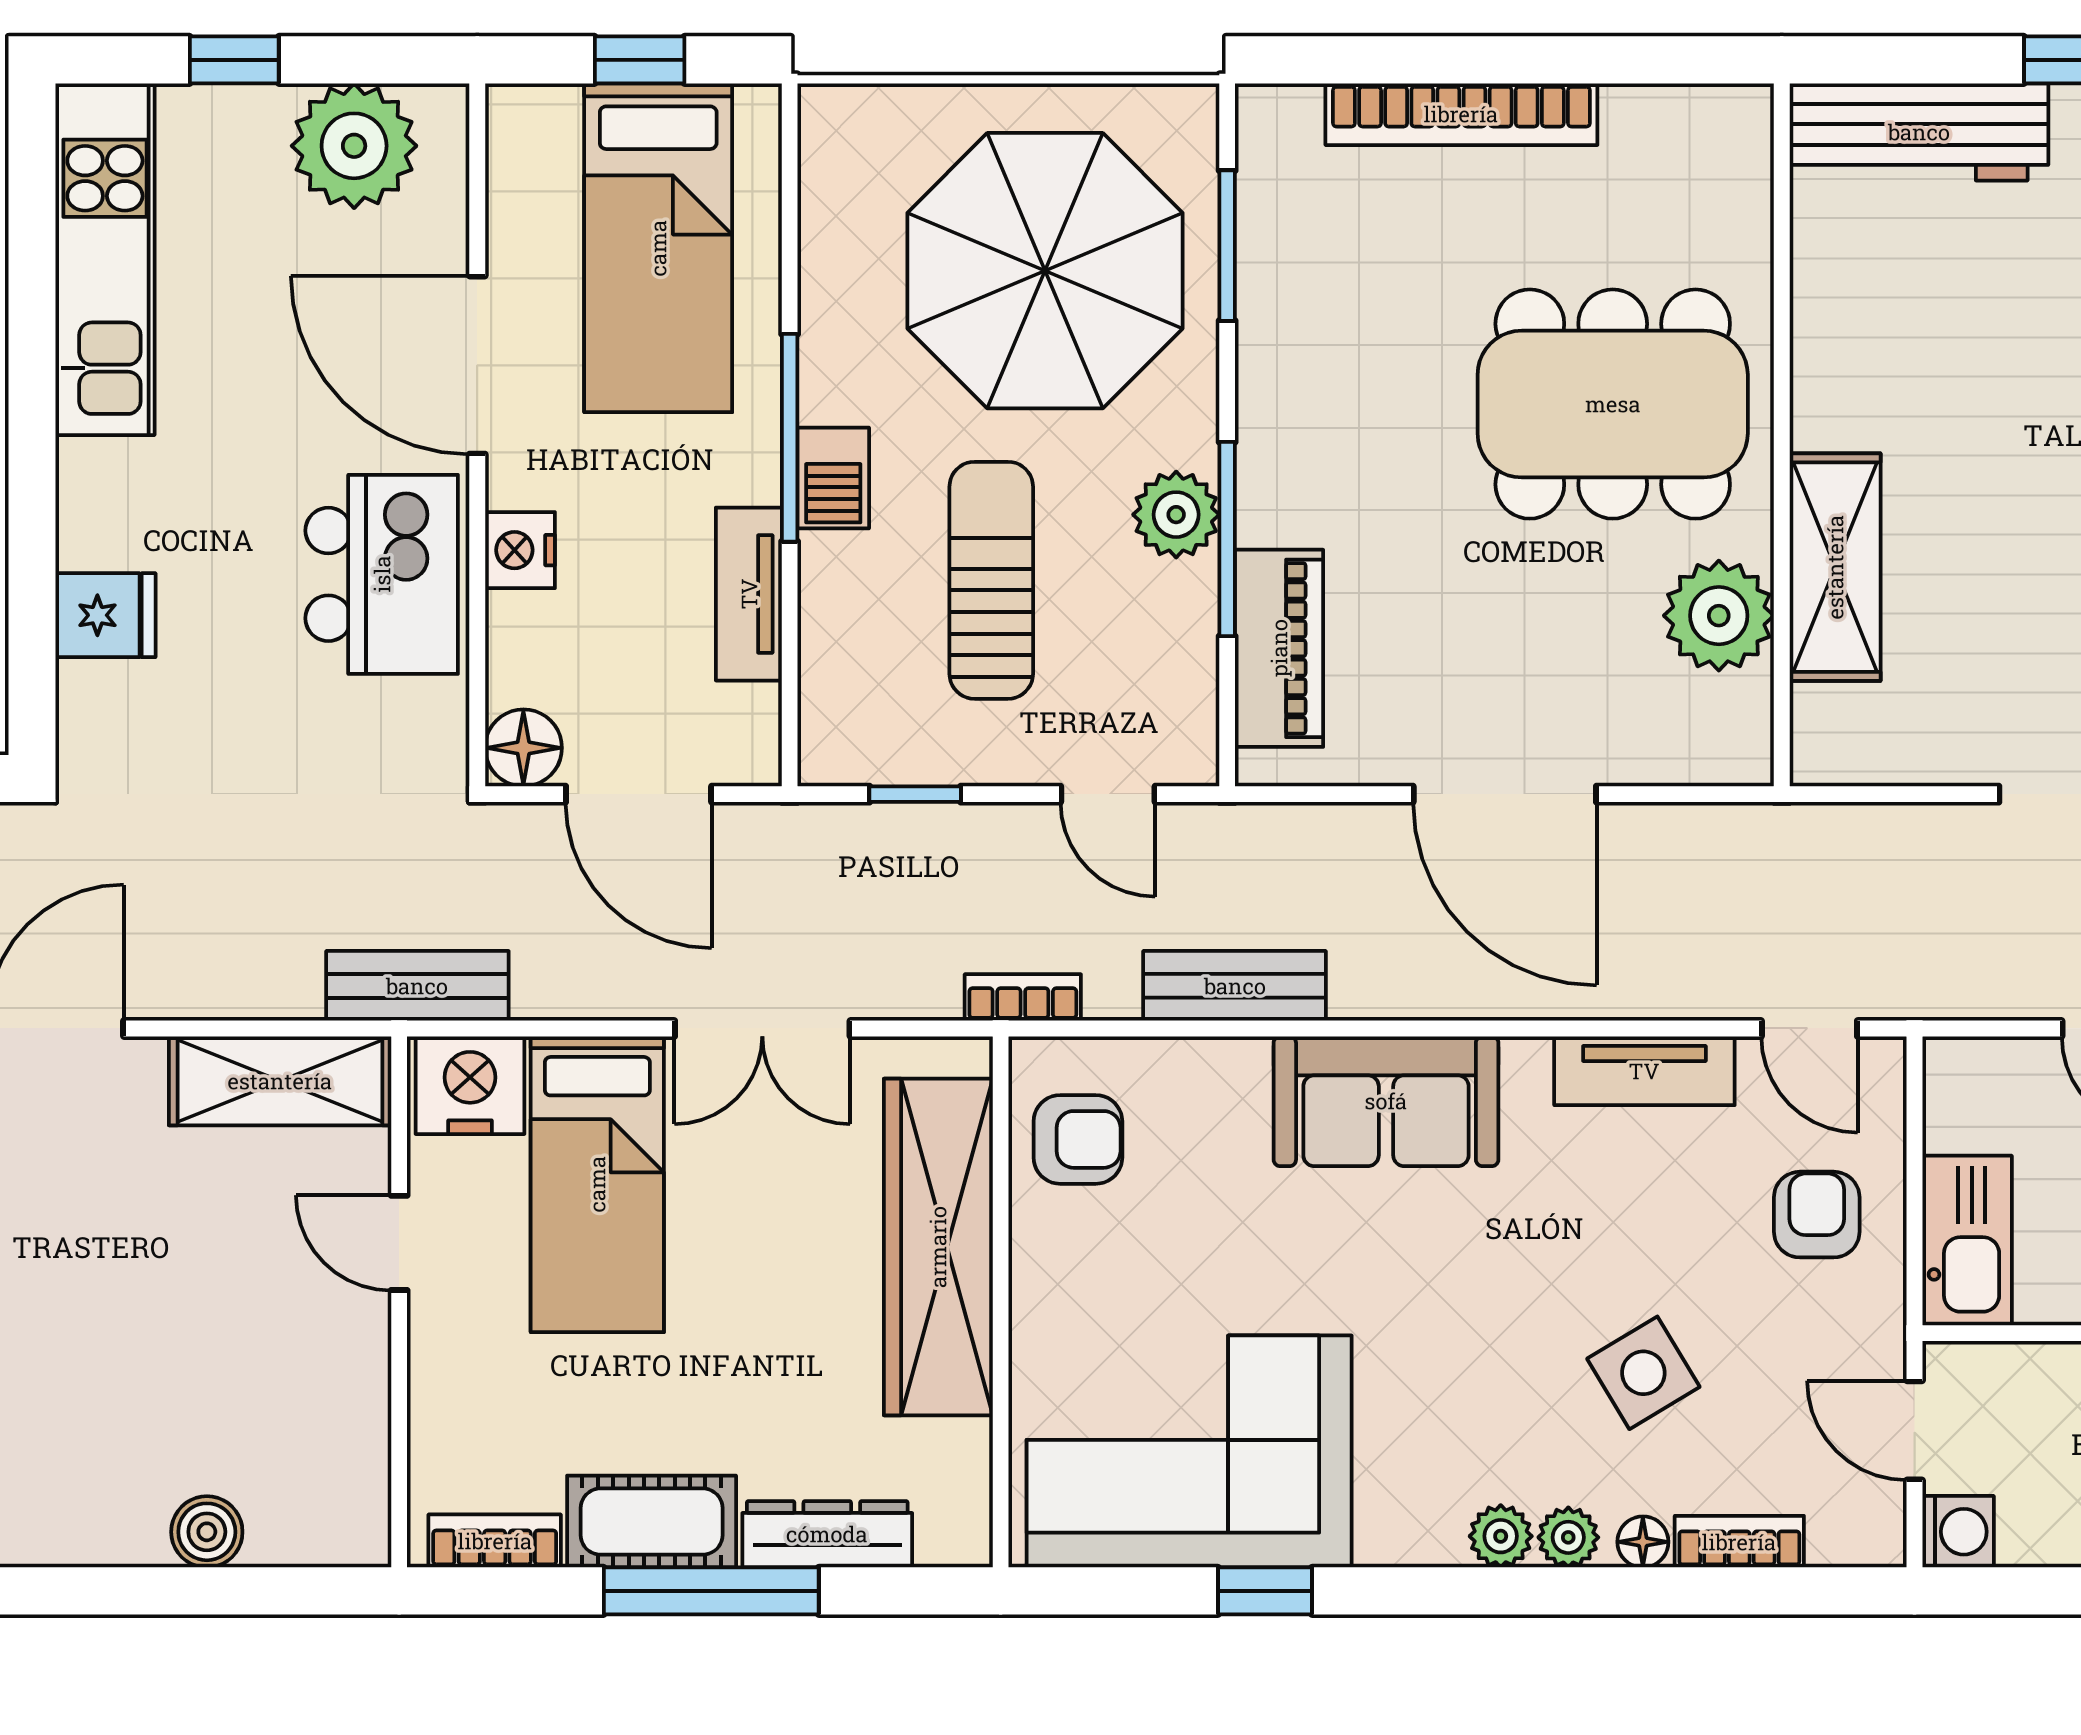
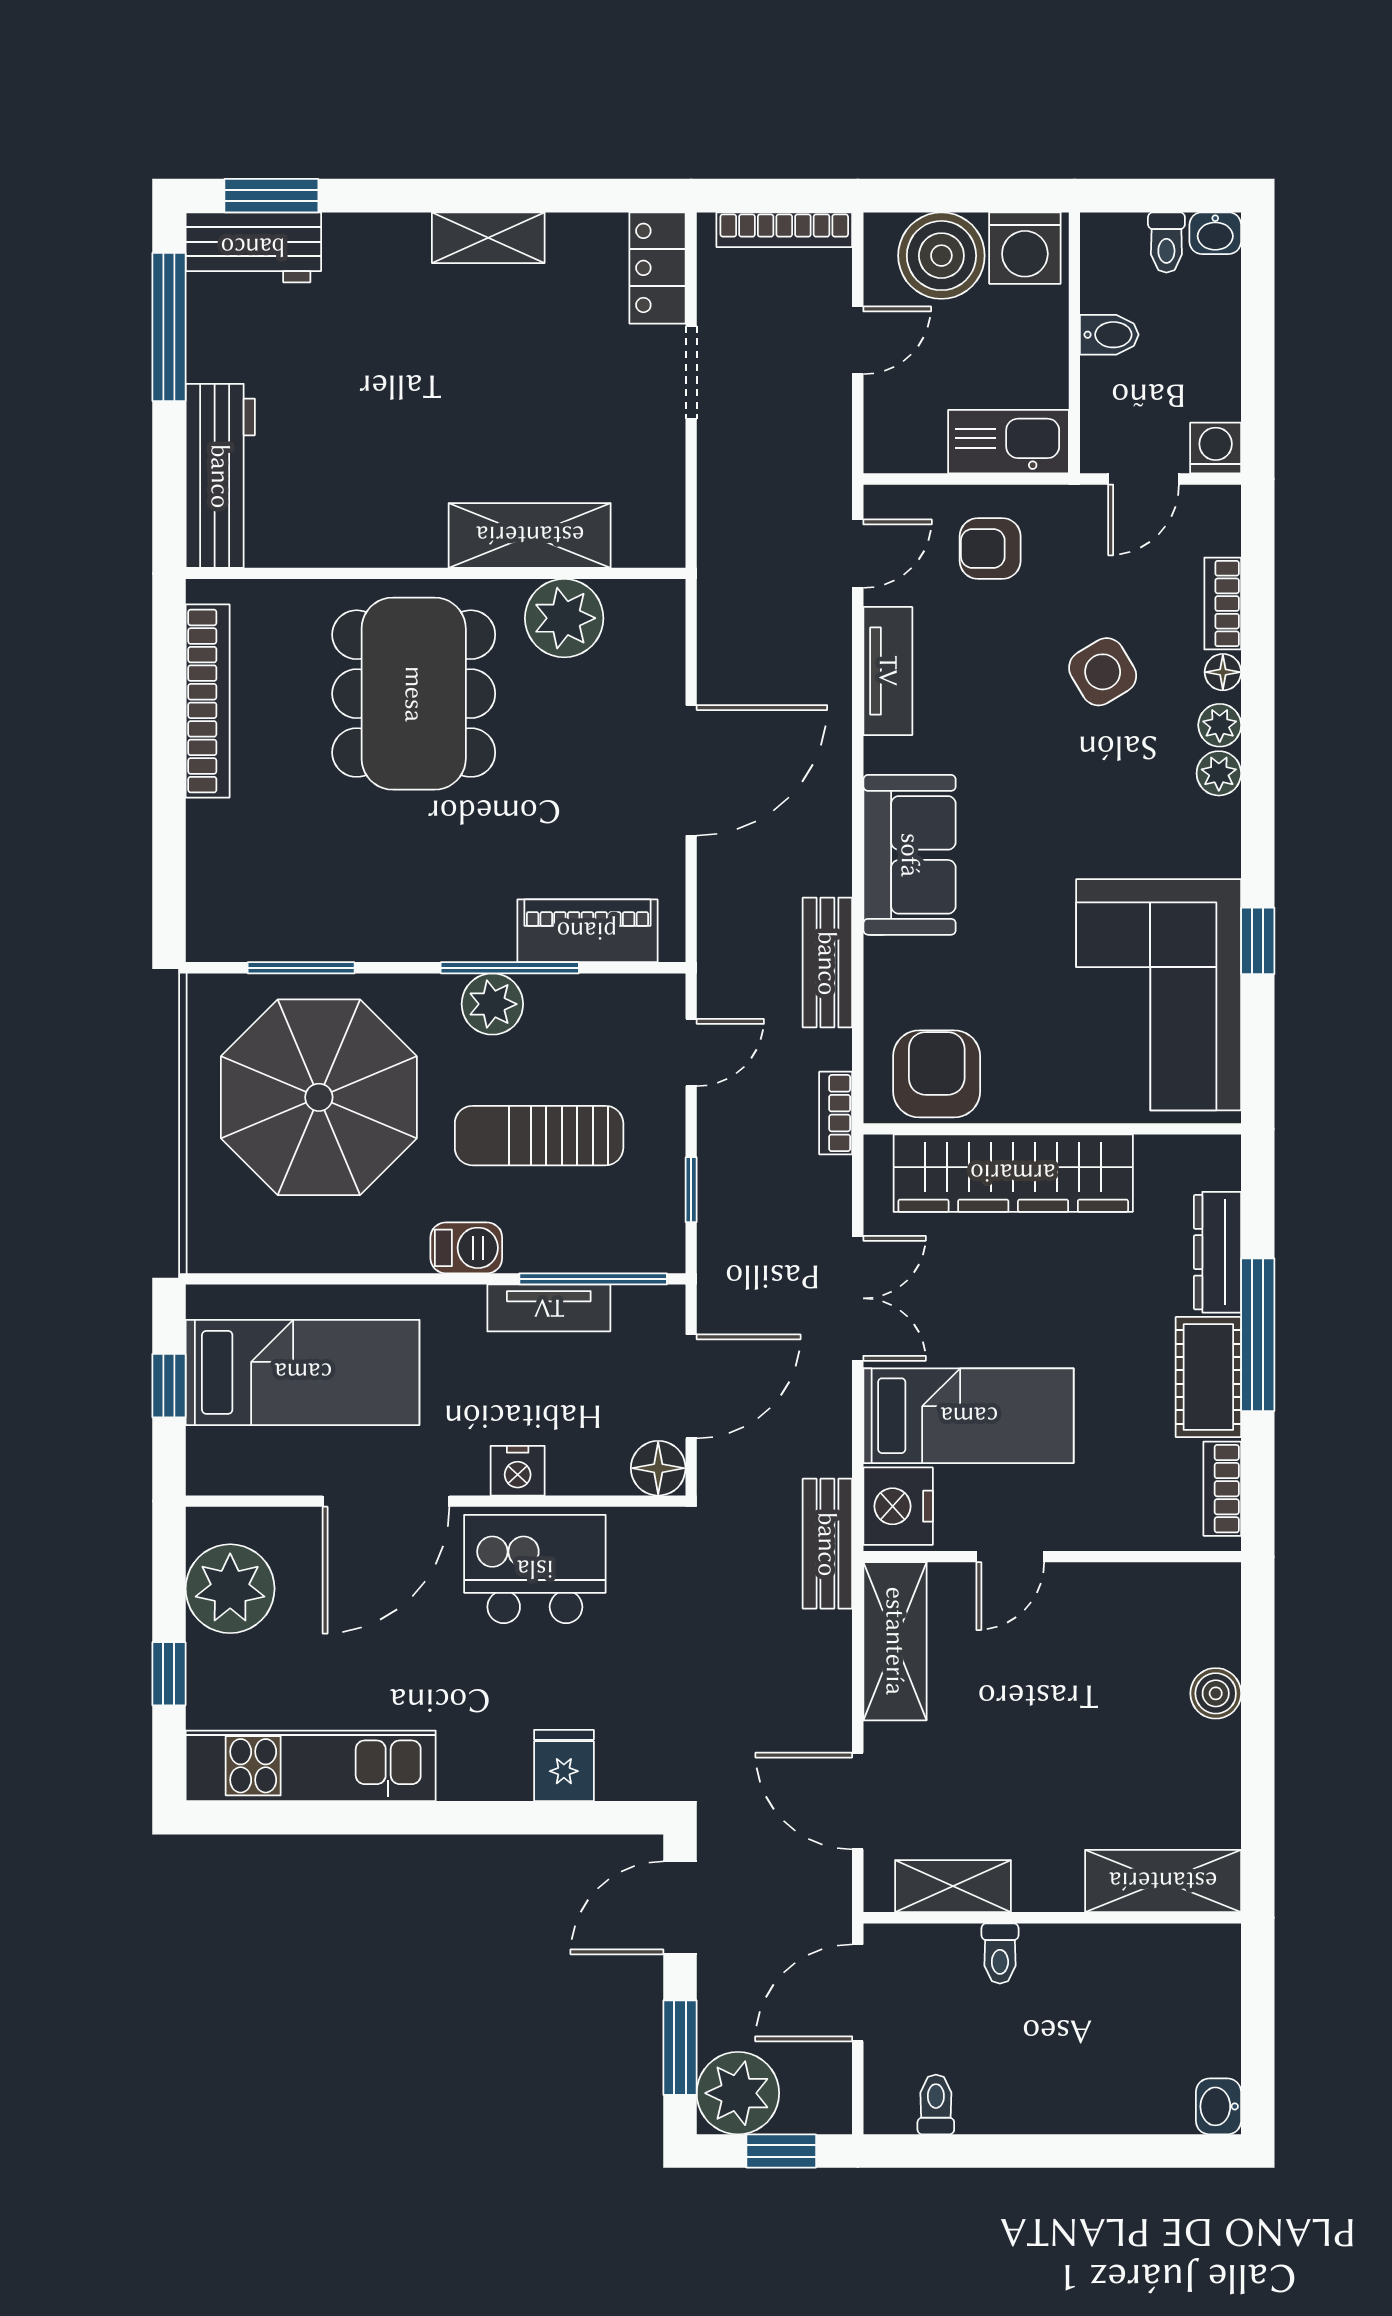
bookcase: (1461, 114) -> (208, 701), moved
window: (790, 438) -> (593, 1279), moved
armchair: (1078, 1139) -> (937, 1074), width x1.38, depth x1.38

